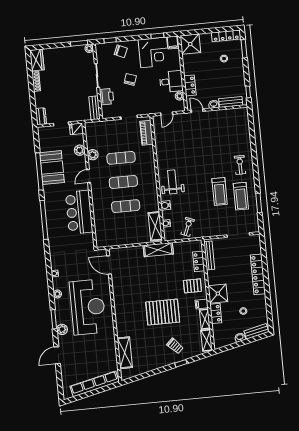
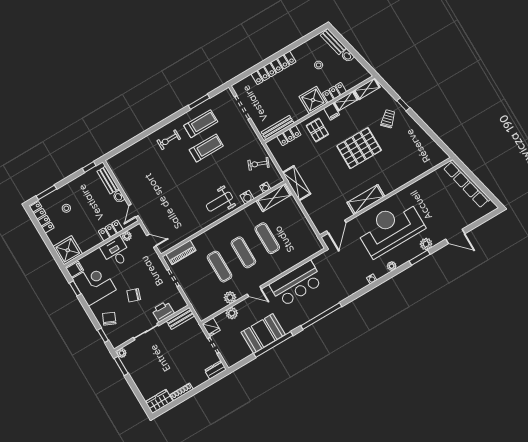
pallet: (163, 312) -> (359, 148), turned 90
shelving: (125, 353) -> (366, 199), moved

